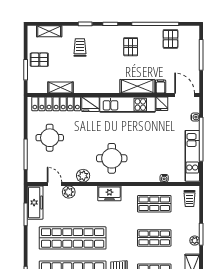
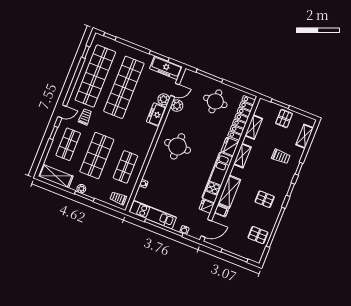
shelving: (95, 88) -> (242, 156), added
plant: (83, 176) -> (177, 106), moved
freezer: (109, 193) -> (156, 115), moved
shop shelf: (154, 238) -> (97, 156), width x1.43, depth x1.36

